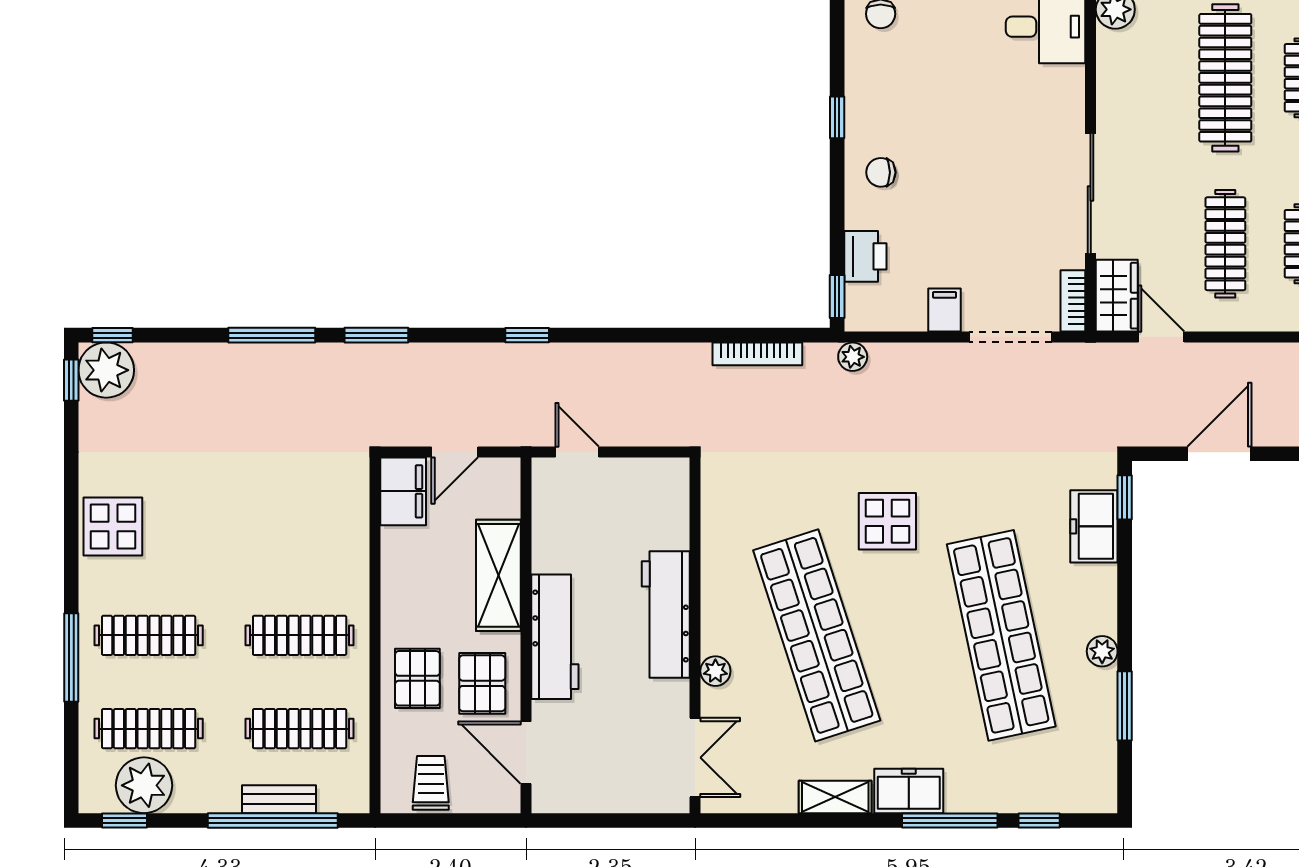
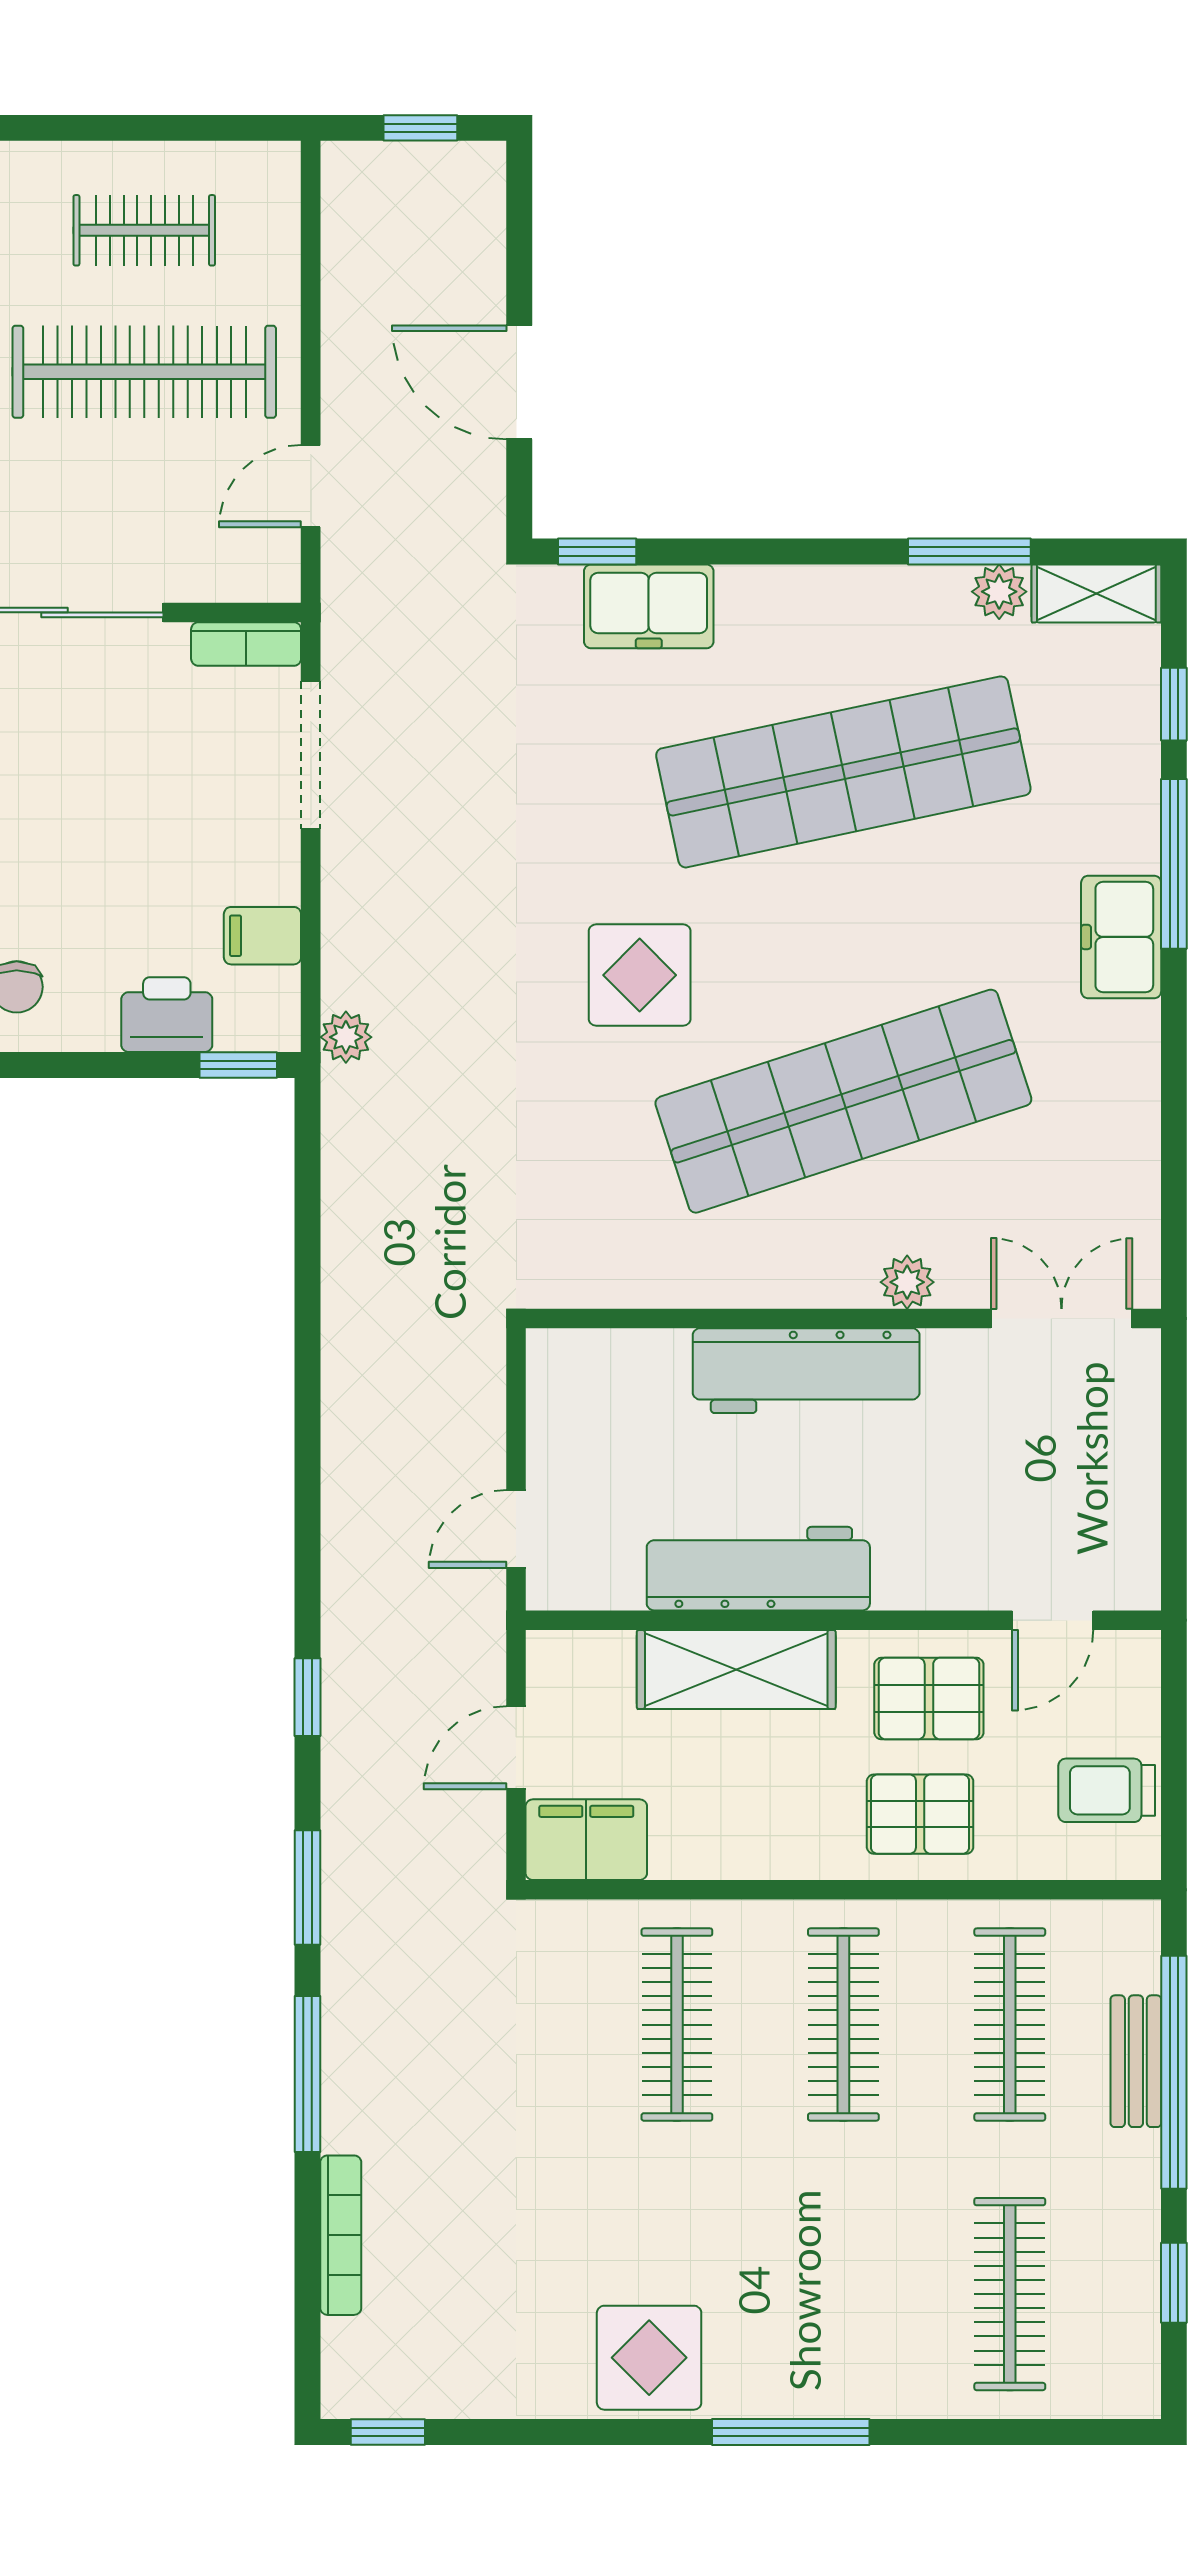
clothes rail: (1225, 244) -> (144, 372), width x1.37, depth x1.31
wardrobe: (1117, 296) -> (237, 566), removed
filing cabinet: (945, 310) -> (262, 936), moved
window: (113, 335) -> (307, 2358), removed
window: (527, 335) -> (307, 1697), moved
bookcase: (757, 354) -> (341, 2235), moved
plant: (106, 370) -> (370, 2370), removed
door: (455, 452) -> (516, 1748), swing flipped
clothes rail: (149, 635) -> (677, 2025), moved
workbench: (555, 637) -> (758, 1569), moved
plant: (1102, 651) -> (999, 592), moved
window: (71, 658) -> (791, 2432), moved
door: (526, 753) -> (1053, 1620), width x0.73
plant: (144, 785) -> (1111, 2302), removed
shelving: (835, 797) -> (1096, 593), moved, turned 90
window: (124, 821) -> (1174, 2283), moved

